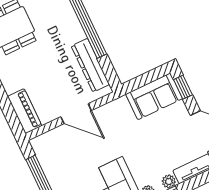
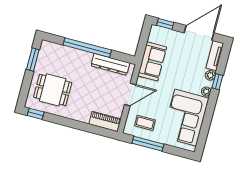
sofa: (154, 96) -> (152, 61), moved
coffee table: (59, 155) -> (145, 123), added

